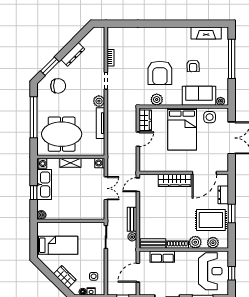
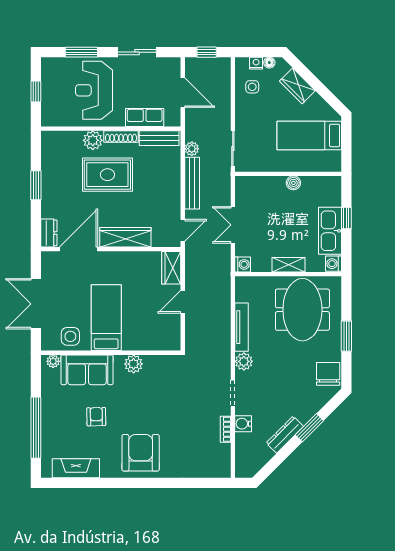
water cooler: (99, 61) -> (243, 424), added
window: (50, 66) -> (309, 428), moved
armchair: (160, 73) -> (141, 453), moved
chair: (58, 86) -> (328, 374), moved, turned 90
plant: (157, 100) -> (134, 364), moved
window: (34, 117) -> (346, 336), width x0.47
wardrobe: (145, 120) -> (171, 268), moved
bed: (182, 129) -> (106, 318), width x0.67
meeting table: (62, 134) -> (302, 310), turned 90
dresser: (223, 195) -> (49, 233), moved
boiler: (41, 215) -> (293, 183), moved
bench: (132, 219) -> (192, 183), width x1.36
rug: (211, 220) -> (107, 175), moved
plant: (213, 243) -> (65, 140), removed
reception desk: (210, 271) -> (94, 90), moved
door: (138, 273) -> (183, 93), hinge flipped

